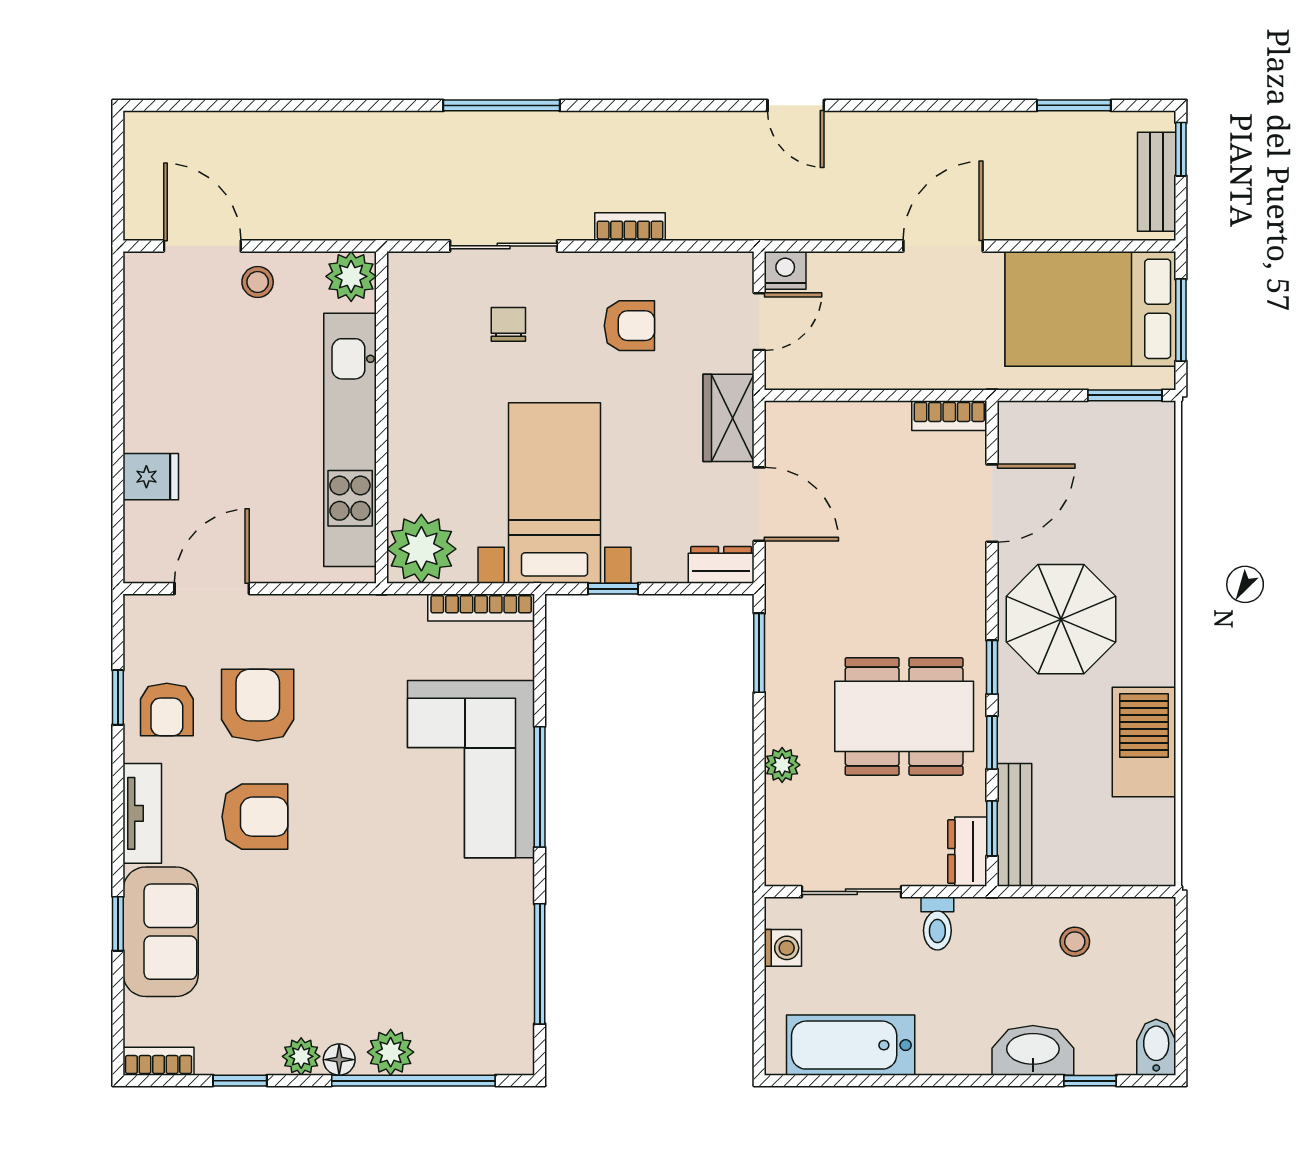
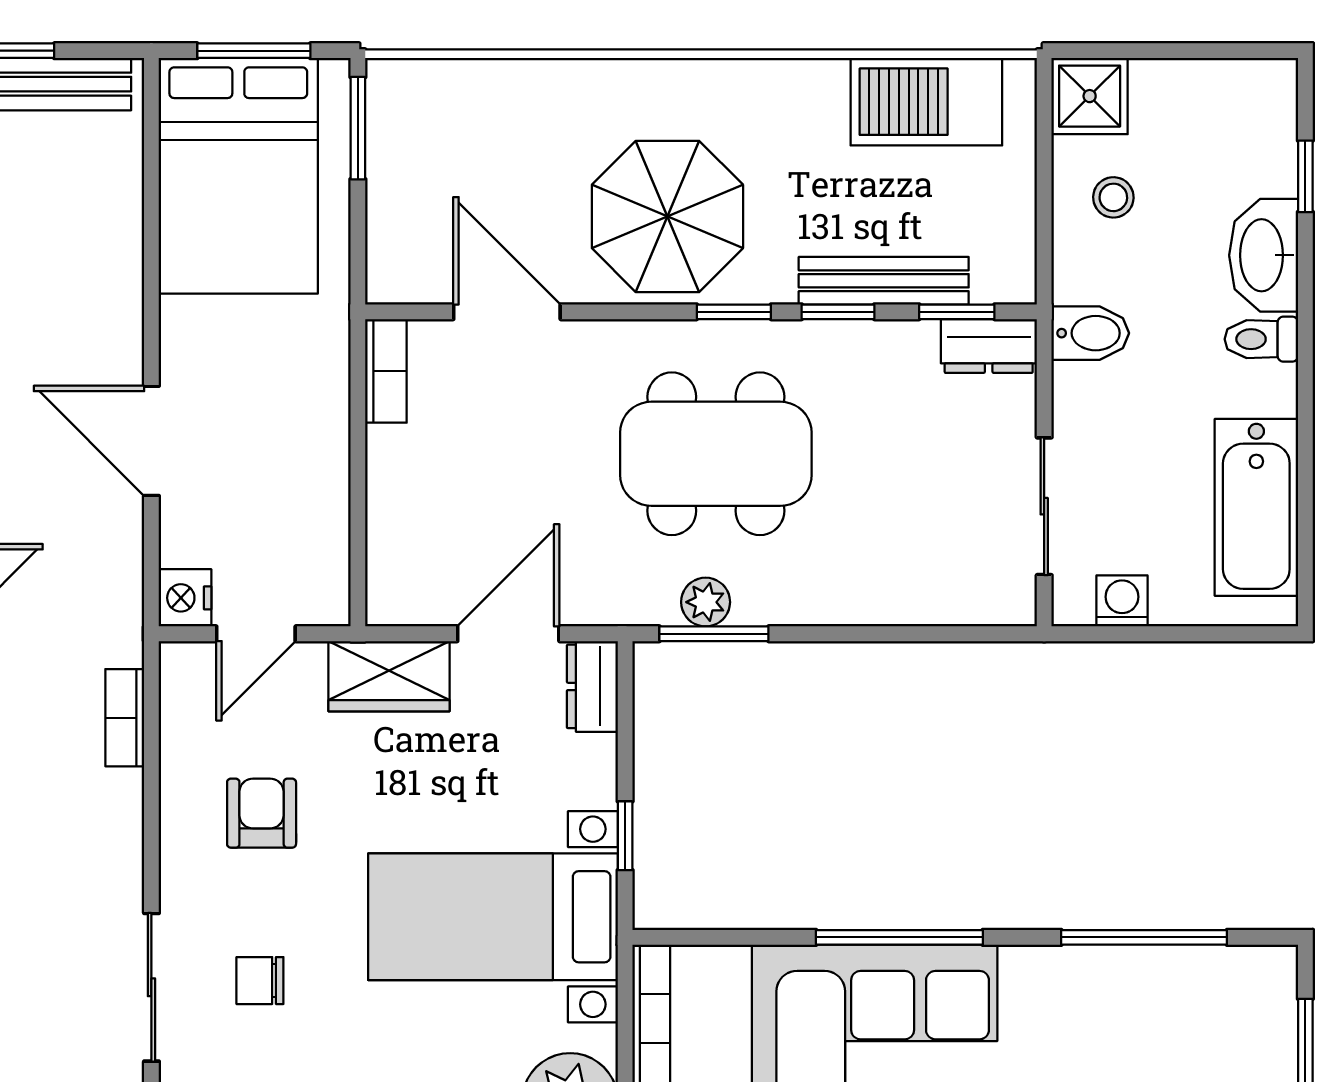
bookcase: (630, 227) -> (125, 718), moved
door: (943, 246) -> (151, 441), moved
door: (759, 322) -> (256, 634), swing flipped
dining table: (904, 716) -> (716, 454), moved, turned 90
barbecue: (1144, 742) -> (926, 102), moved
plant: (782, 765) -> (706, 602), moved
bench: (1014, 825) -> (884, 281), moved
toilet: (937, 924) -> (1261, 339), moved, turned 180
shower: (1148, 924) -> (1090, 96), added
bidet: (1156, 1047) -> (1090, 333), moved, turned 180

